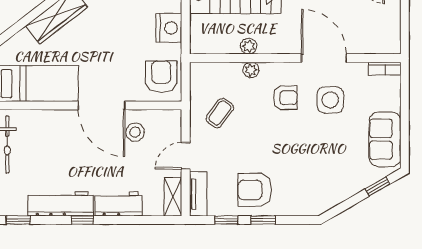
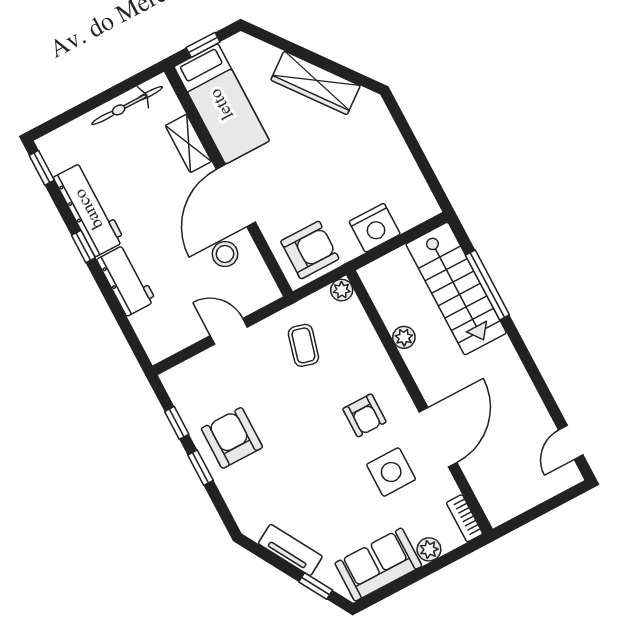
plant: (251, 70) -> (342, 290), moved
plant: (392, 102) -> (429, 549), added
coffee table: (220, 113) -> (303, 345), turned 69
tv unit: (198, 194) -> (290, 550), moved, turned -120
shelving: (173, 197) -> (188, 143), moved, turned 90

